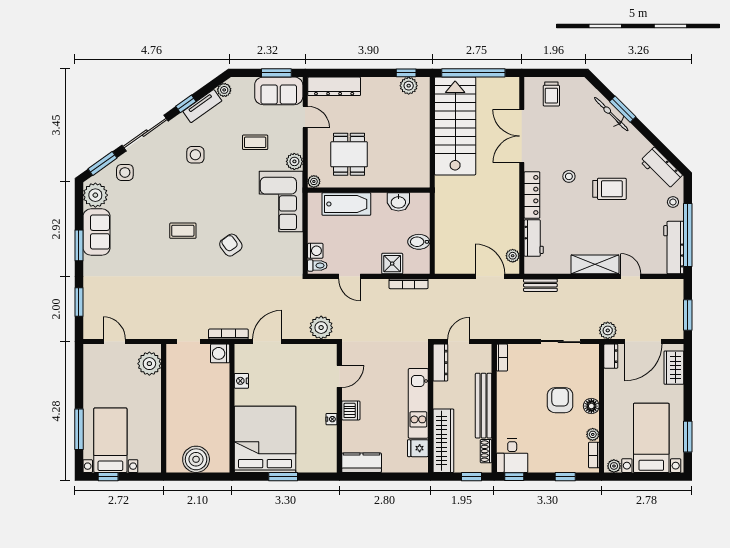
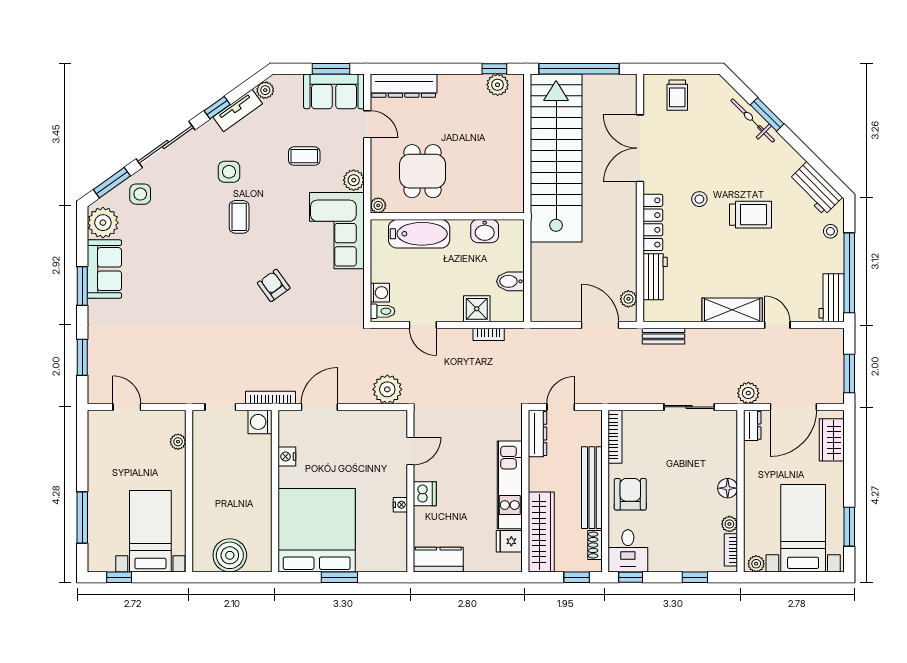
stairs: (455, 126) -> (556, 158), width x1.36
coffee table: (183, 231) -> (239, 217), moved, turned 90
workbench: (674, 248) -> (832, 298), width x0.73
bookcase: (409, 284) -> (489, 334), width x0.64
bookcase: (502, 358) -> (615, 437), width x1.56
plant: (149, 364) -> (178, 442), width x0.53, depth x0.53
armchair: (560, 400) -> (630, 494), moved
bed with nightstands: (110, 440) -> (150, 531), moved

